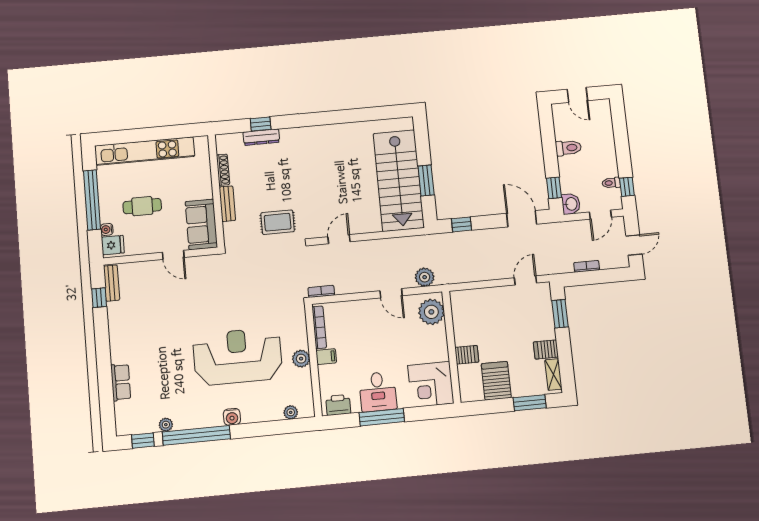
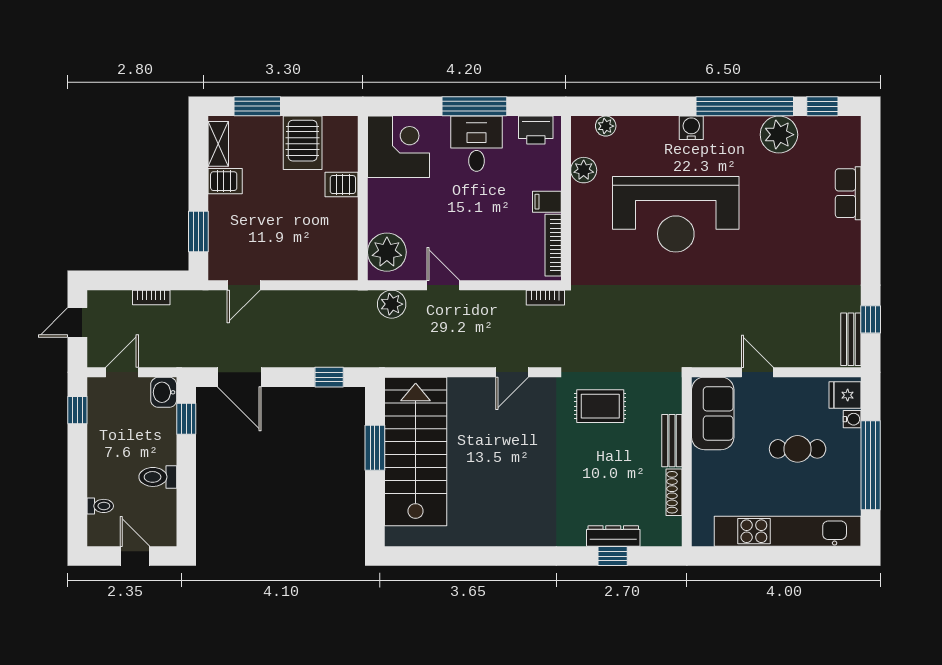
toilet: (611, 183) -> (100, 506), moved
plant: (301, 359) -> (584, 170), moved
plant: (166, 425) -> (779, 135), width x1.87, depth x1.87

